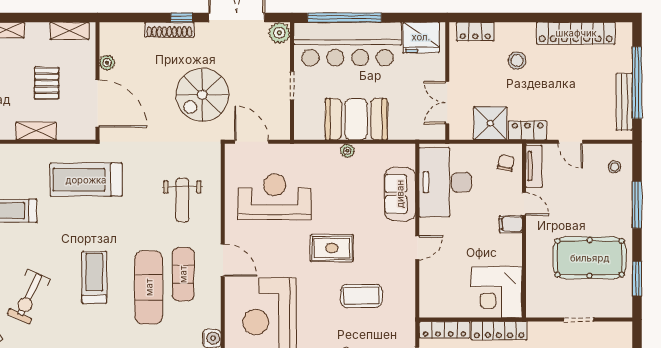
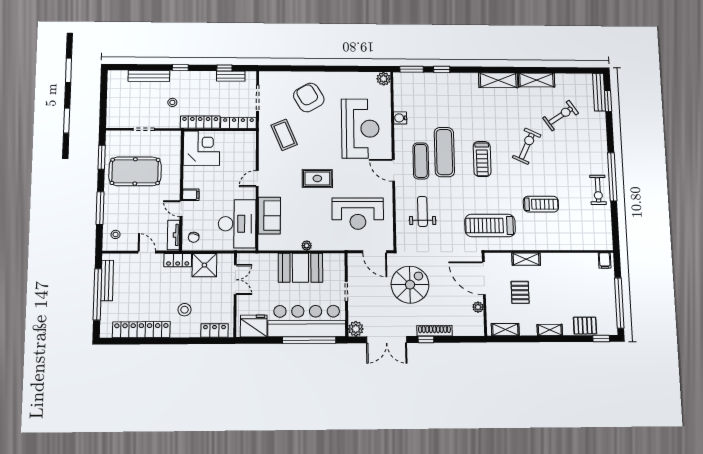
treadmill: (86, 180) -> (490, 225), turned 180
coffee table: (361, 296) -> (284, 135), moved, turned 67

